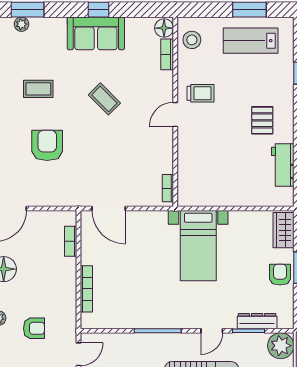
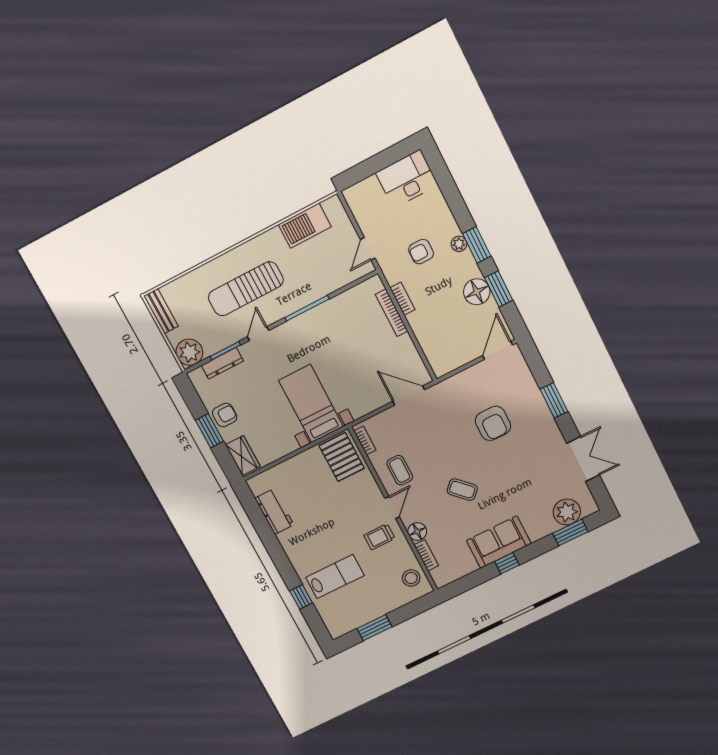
plant: (21, 24) -> (567, 512), width x1.87, depth x1.87
floor lamp: (164, 28) -> (417, 531), moved
lab bench: (251, 41) -> (335, 576), moved
coffee table: (38, 89) -> (400, 470), moved, turned 90
pallet: (262, 120) -> (342, 457), moved, width x1.50, depth x1.42
bookcase: (71, 241) -> (402, 299), moved
armchair: (280, 275) -> (225, 415), turned -90

